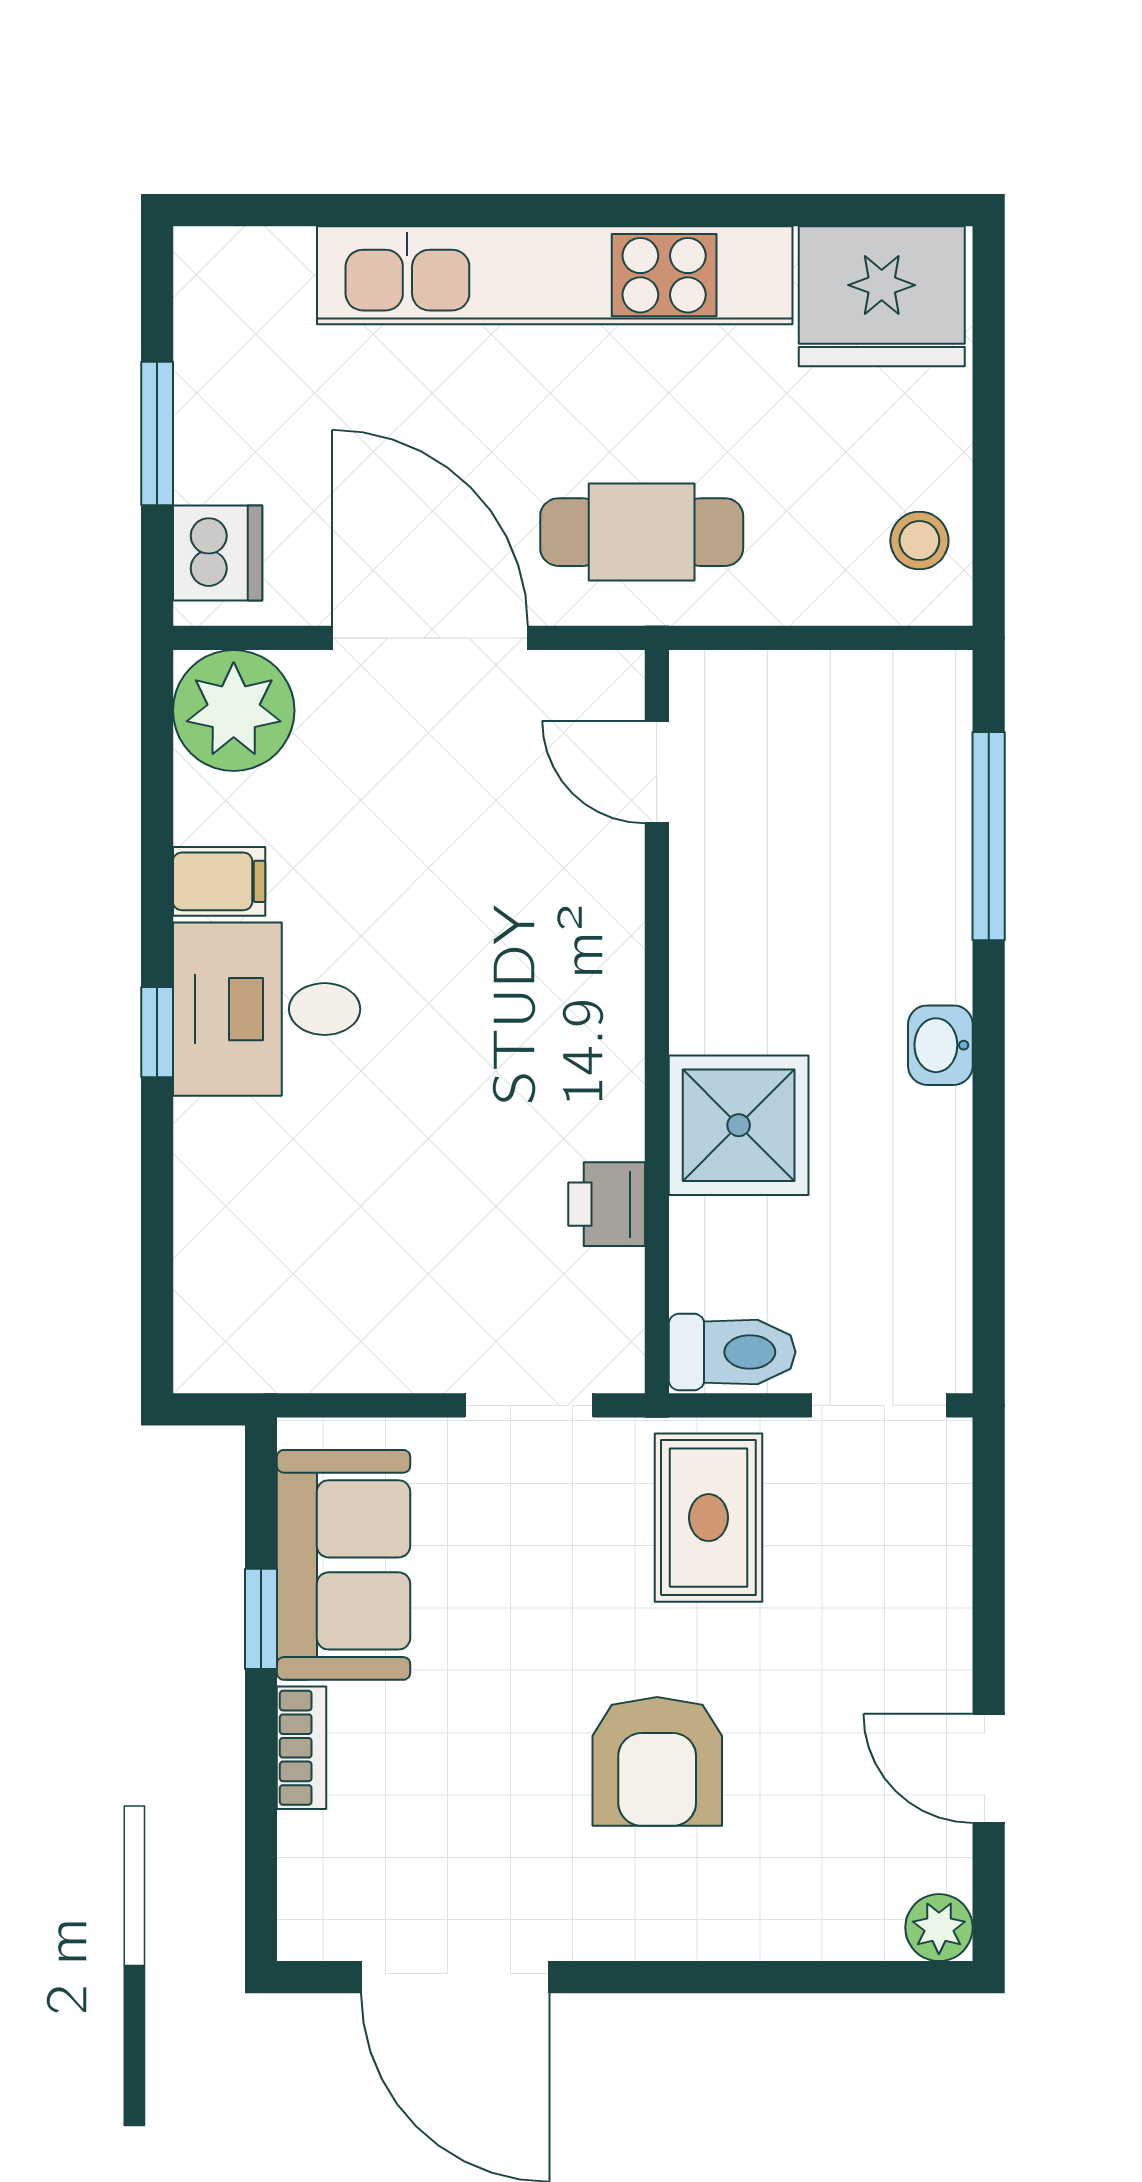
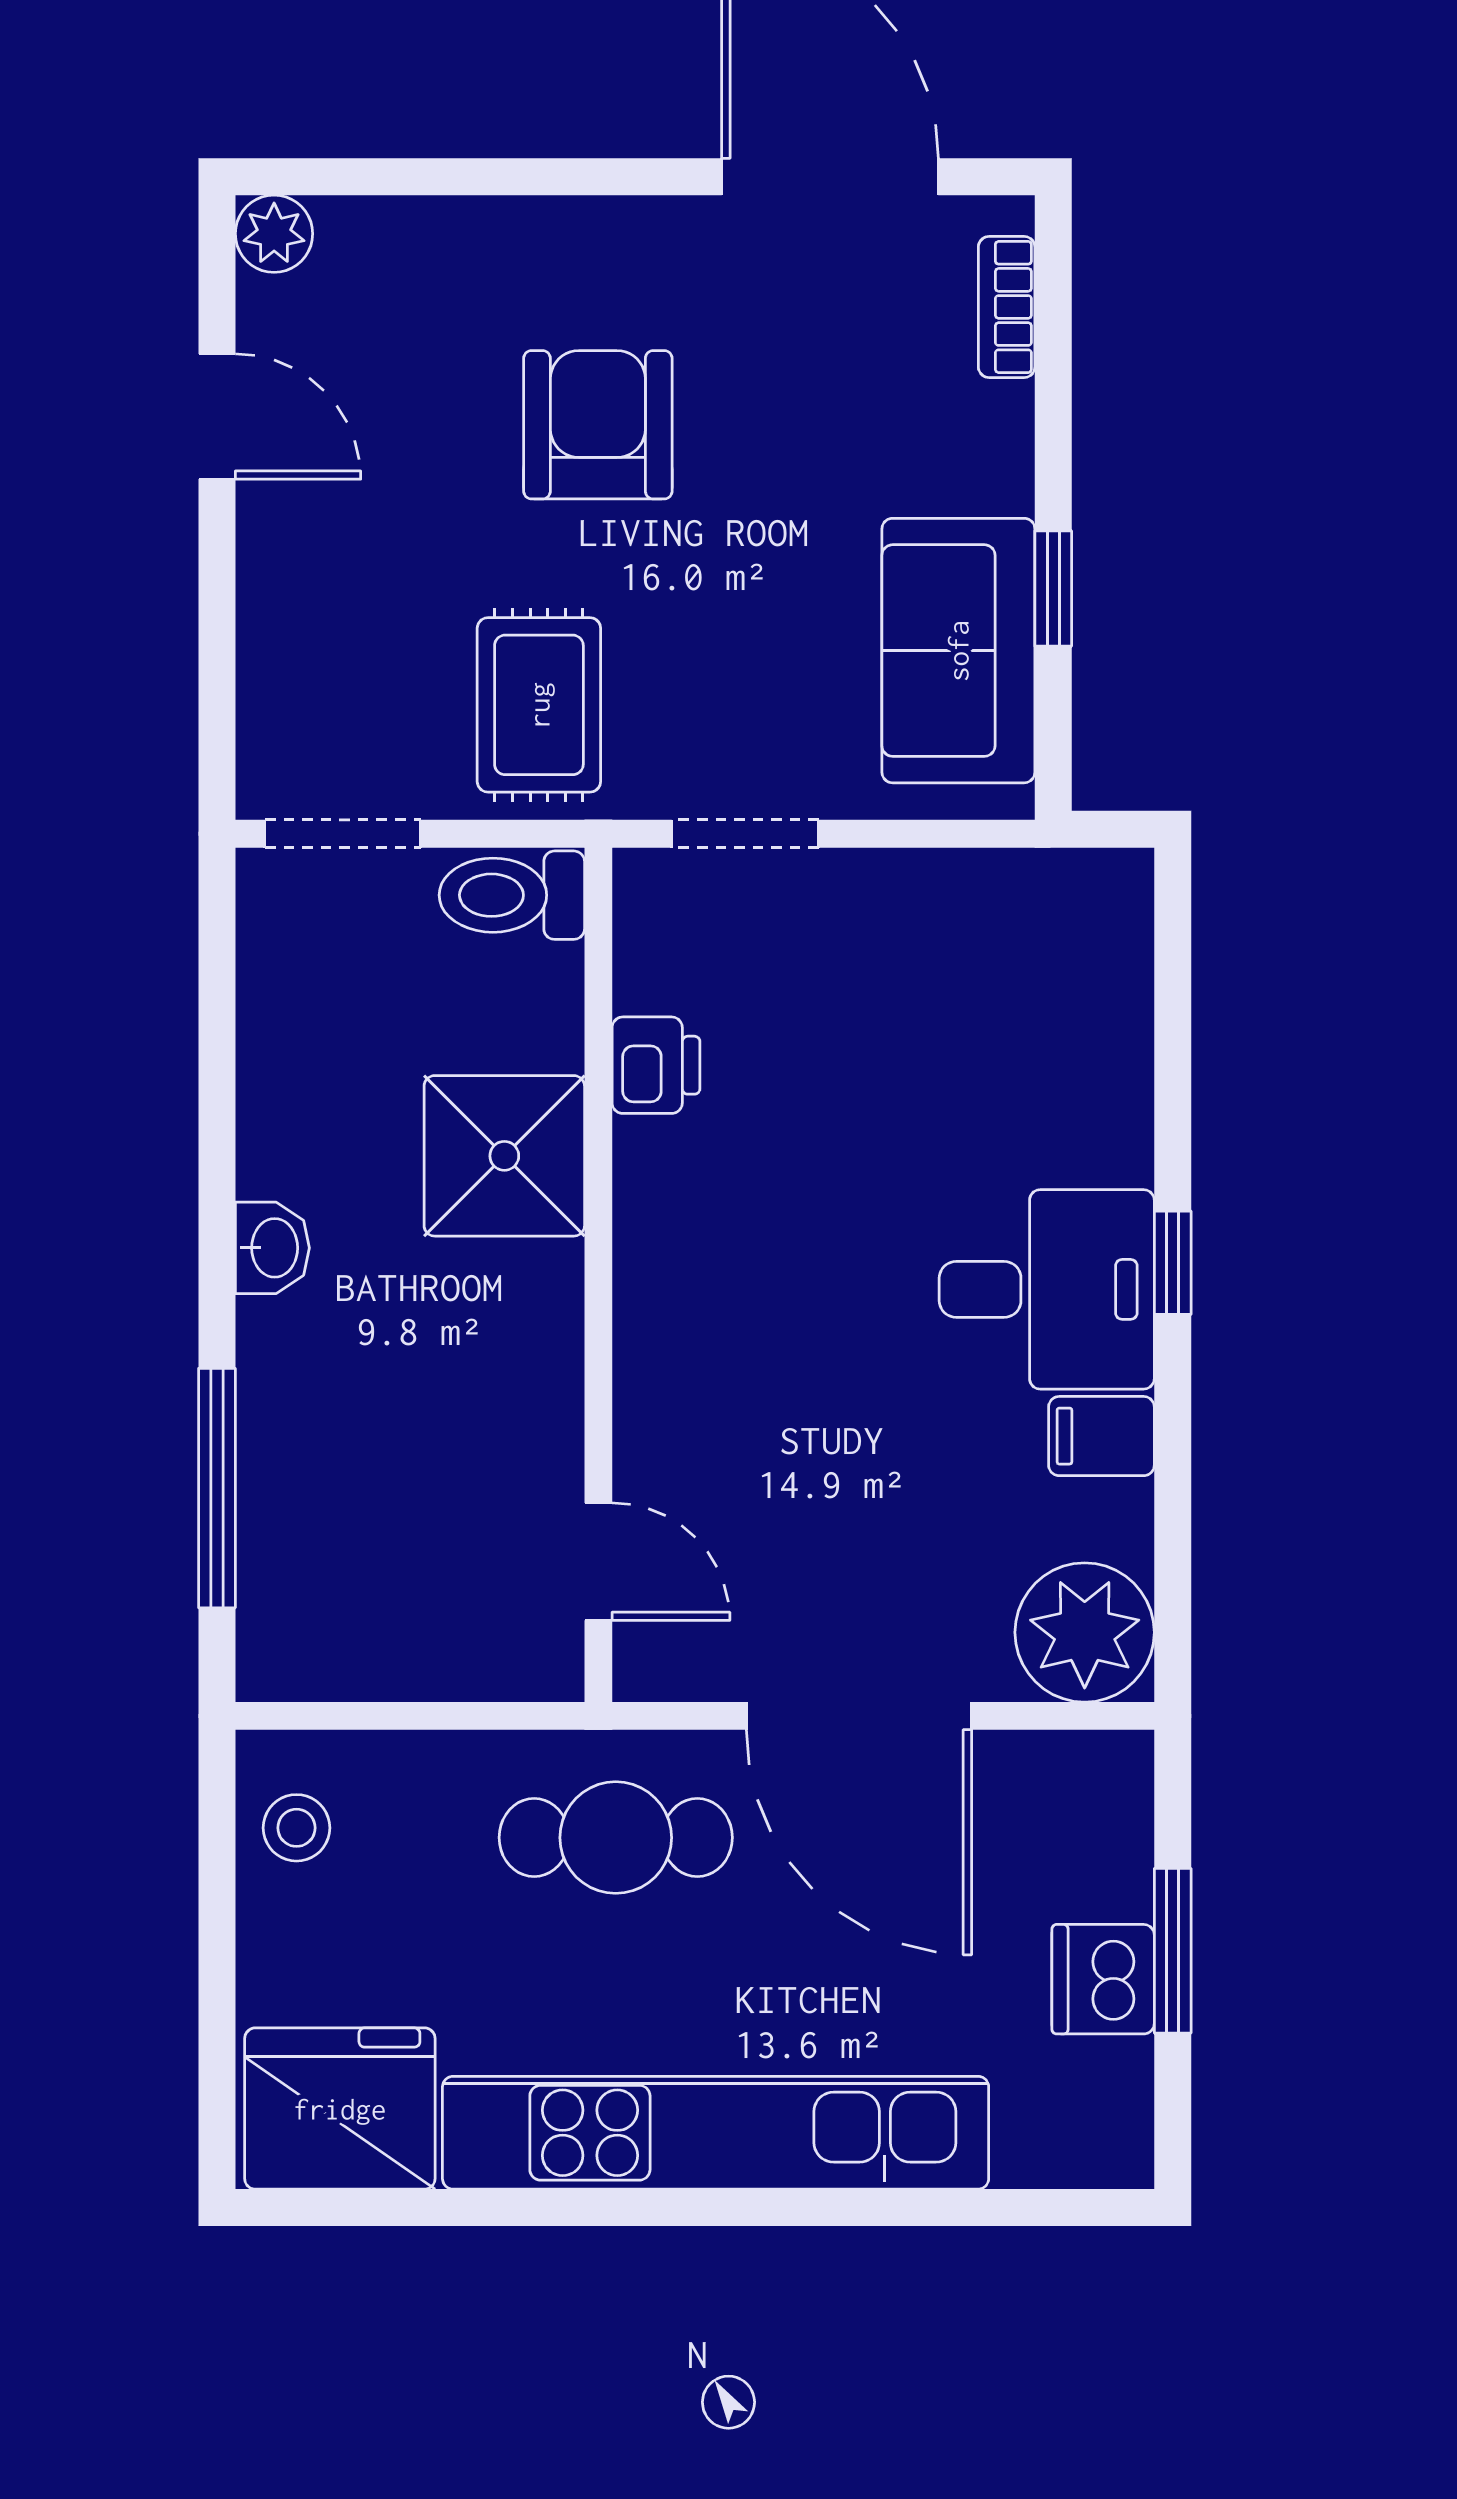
dishwasher: (218, 553) -> (1103, 1979), moved
bookcase: (302, 1748) -> (1007, 307), moved

